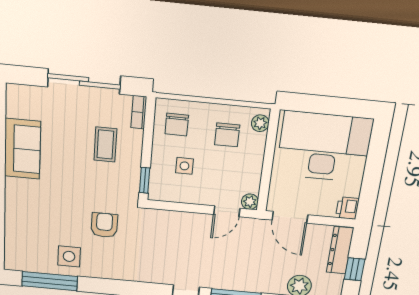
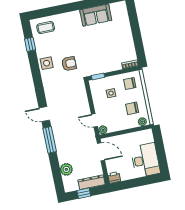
sliding door: (84, 81) -> (137, 36), removed
coffee table: (105, 144) -> (46, 28), moved
desk: (324, 147) -> (145, 160), width x0.73, depth x0.77
door: (290, 217) -> (101, 152), swing flipped
side table: (69, 256) -> (47, 63), moved
window: (50, 281) -> (30, 44), width x0.46

